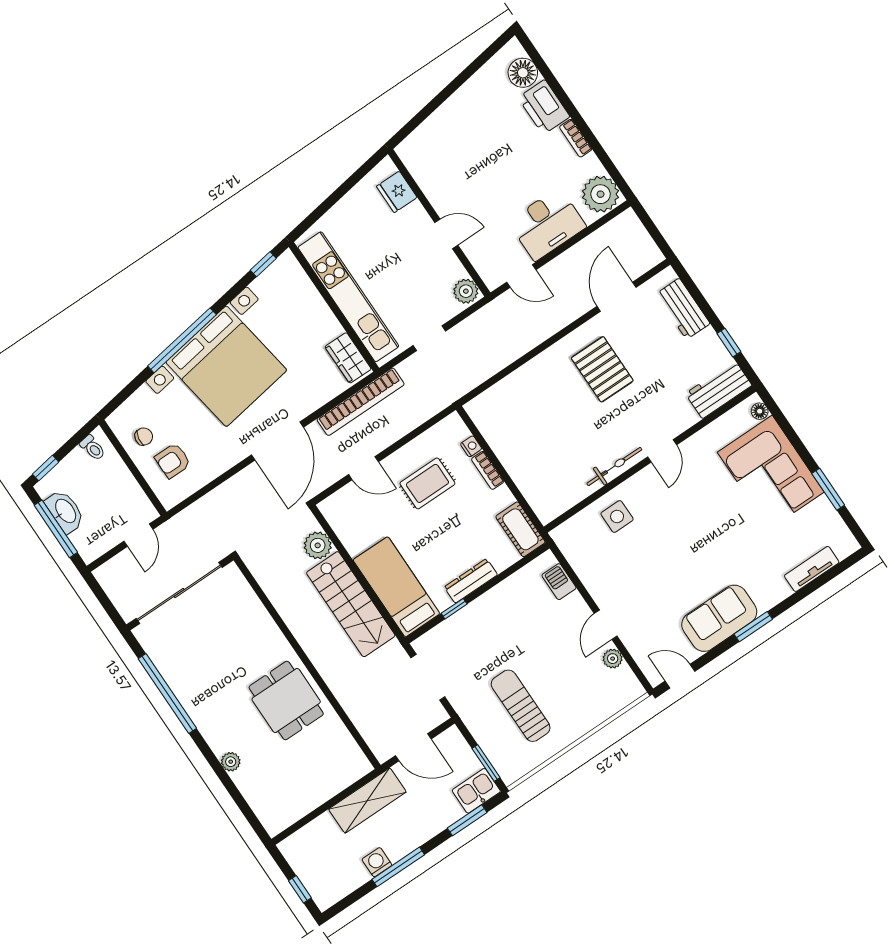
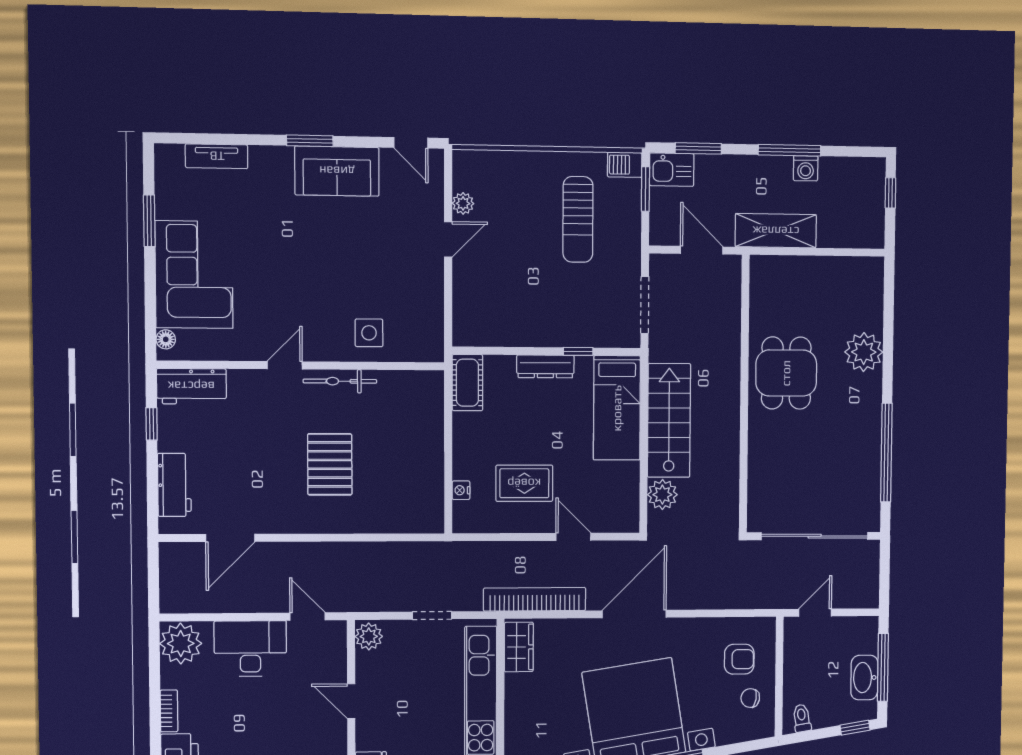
pallet: (602, 369) -> (330, 464), moved
bookcase: (488, 470) -> (461, 458), removed
barbecue: (559, 582) -> (625, 165), moved, turned 90
plant: (231, 762) -> (864, 352), width x1.88, depth x1.88

